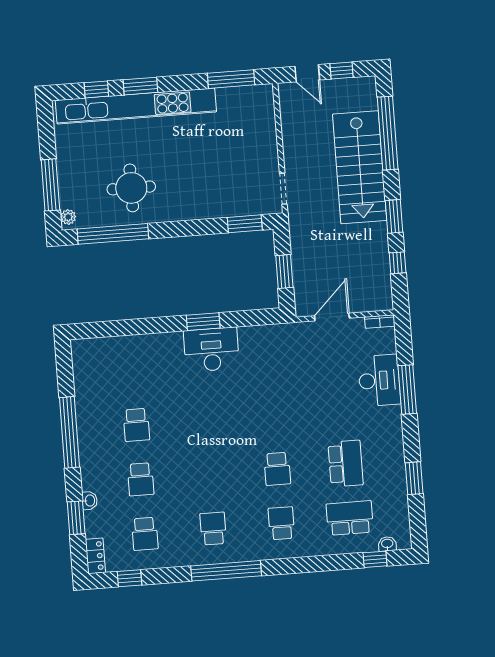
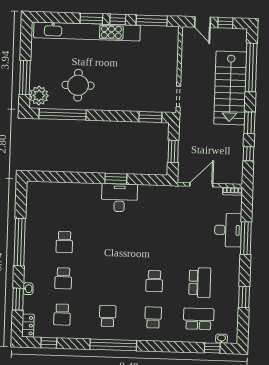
window: (96, 89) -> (118, 19), moved
plant: (68, 217) -> (39, 96), width x1.87, depth x1.87

